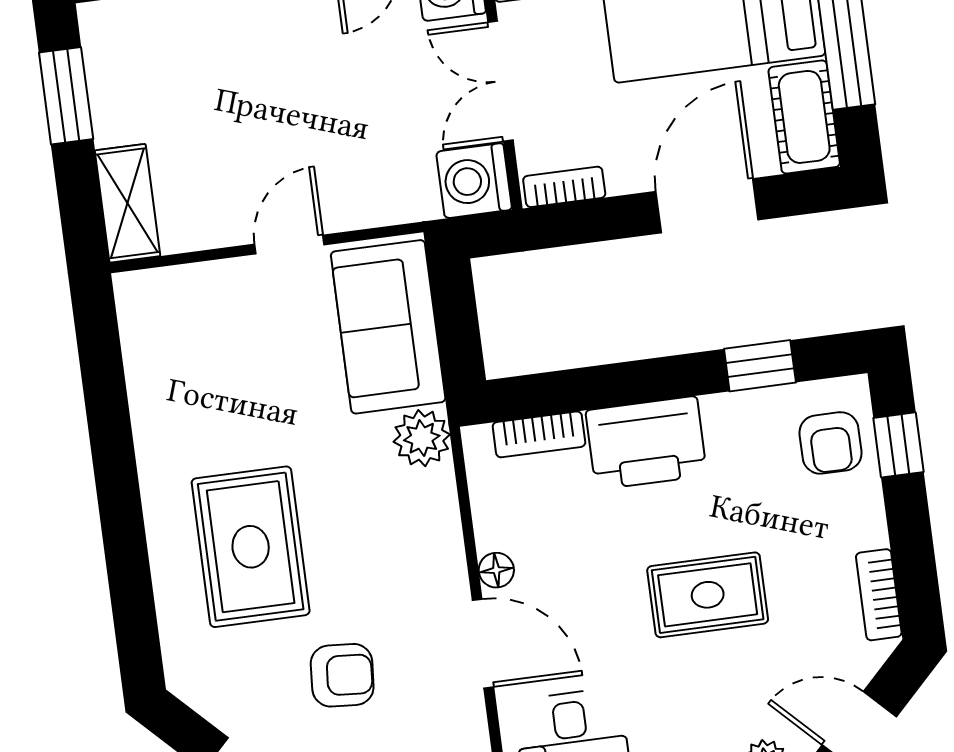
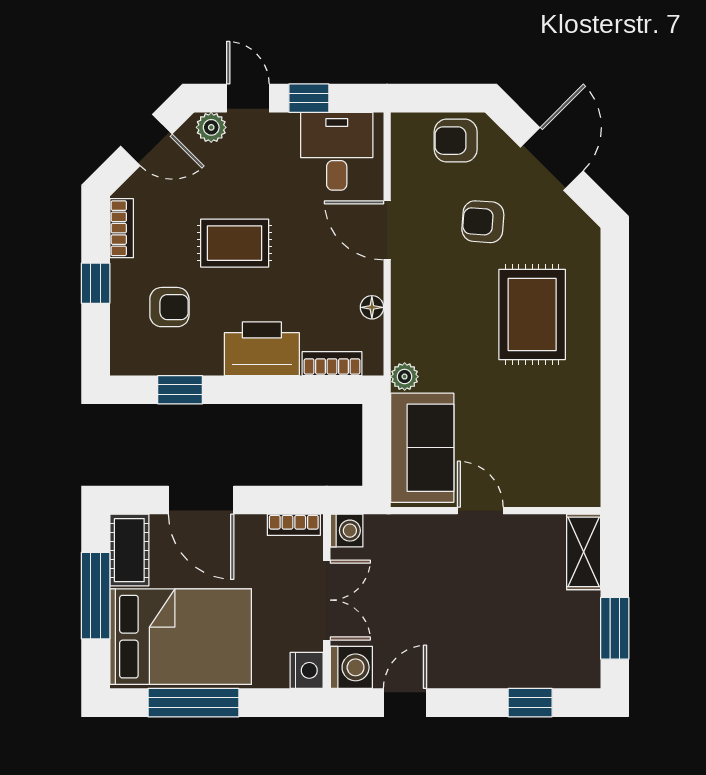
washing machine: (474, 181) -> (347, 531), width x0.73, depth x0.73
door: (707, 206) -> (201, 500), hinge flipped
door: (289, 245) -> (480, 511), swing flipped
plant: (422, 438) -> (405, 377), width x0.73, depth x0.73
armchair: (830, 443) -> (169, 307), moved, turned 90
window: (898, 445) -> (96, 283), moved
floor lamp: (496, 570) -> (372, 307), moved

